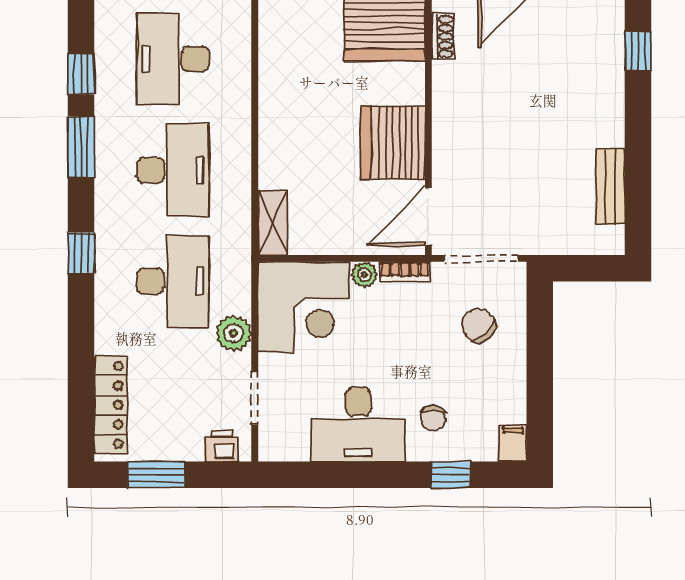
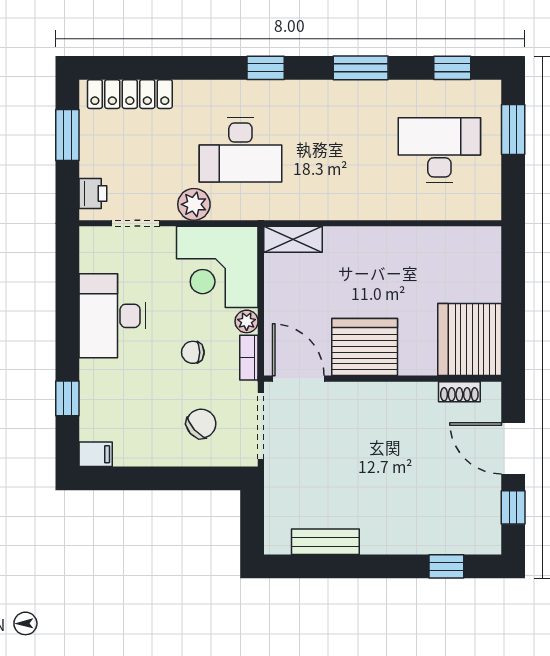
window: (81, 74) -> (452, 68), moved
desk: (173, 170) -> (340, 150), removed
chair: (433, 418) -> (193, 352), moved

